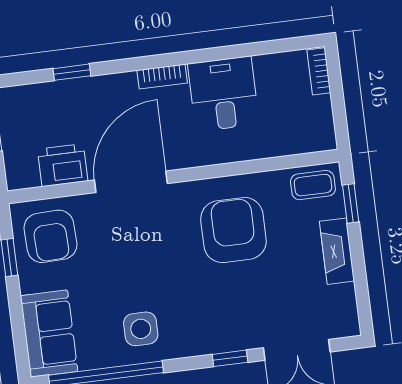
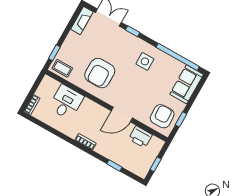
desk: (223, 94) -> (66, 102), moved, turned 180
door: (131, 182) -> (122, 114), width x0.73
fireplace: (337, 251) -> (82, 21), moved
side table: (141, 329) -> (145, 61), moved

